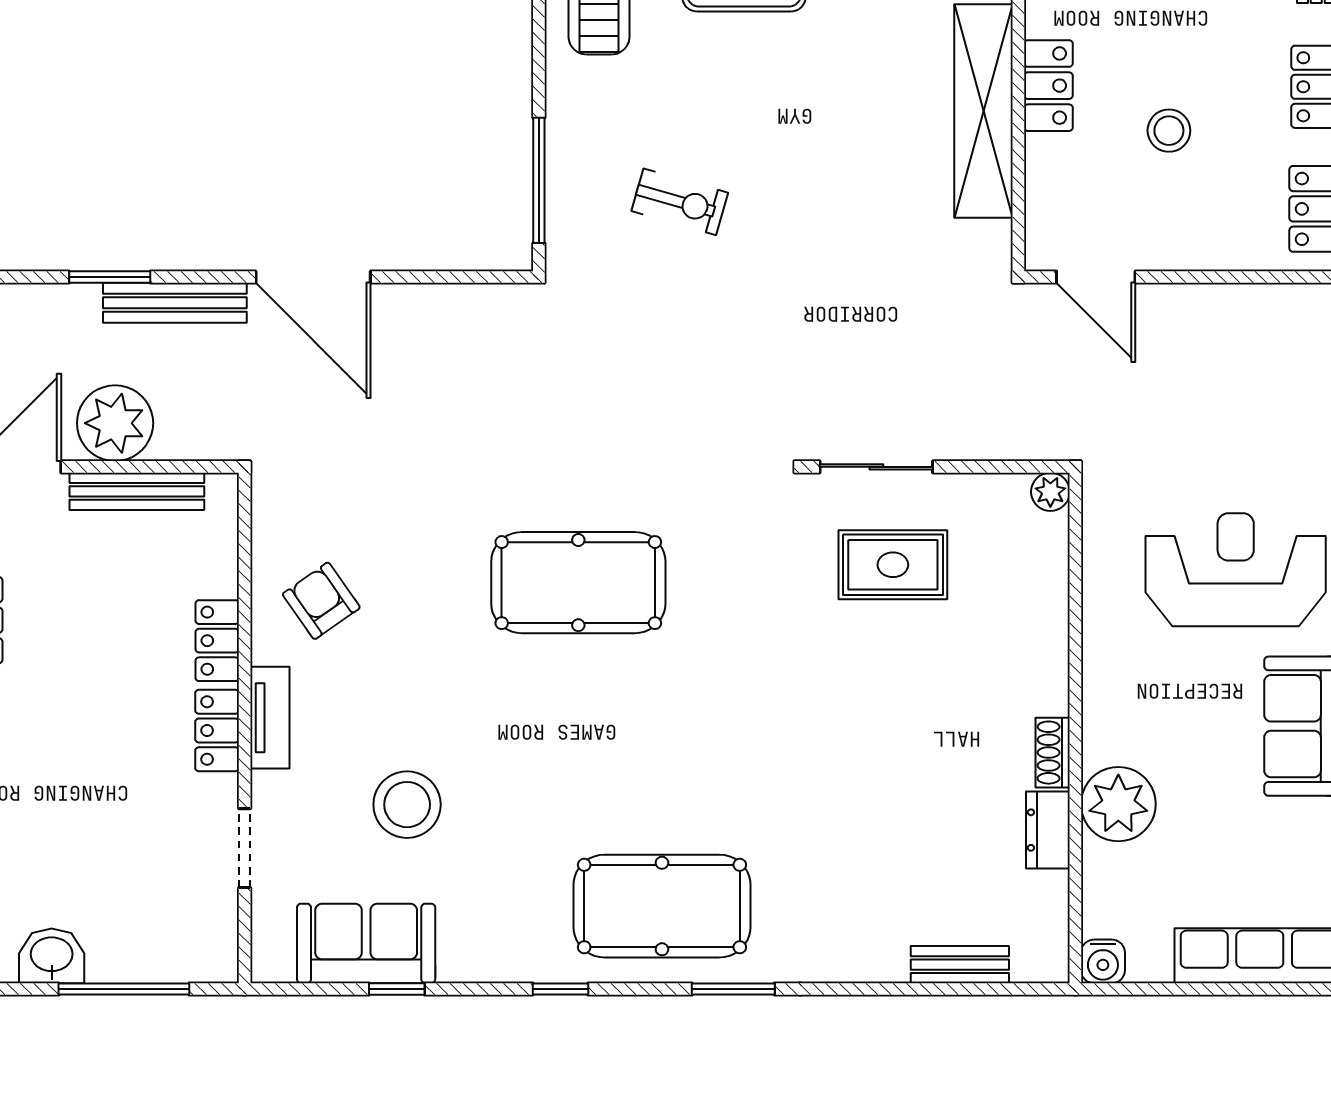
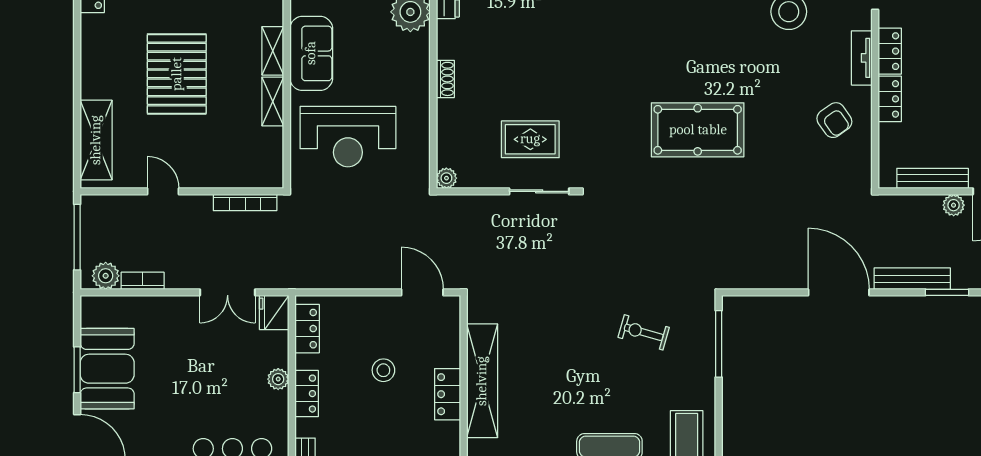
plant: (115, 423) -> (954, 205), width x0.53, depth x0.53
shoe rack: (1053, 753) -> (445, 79), moved

